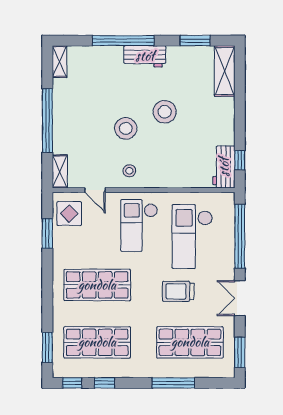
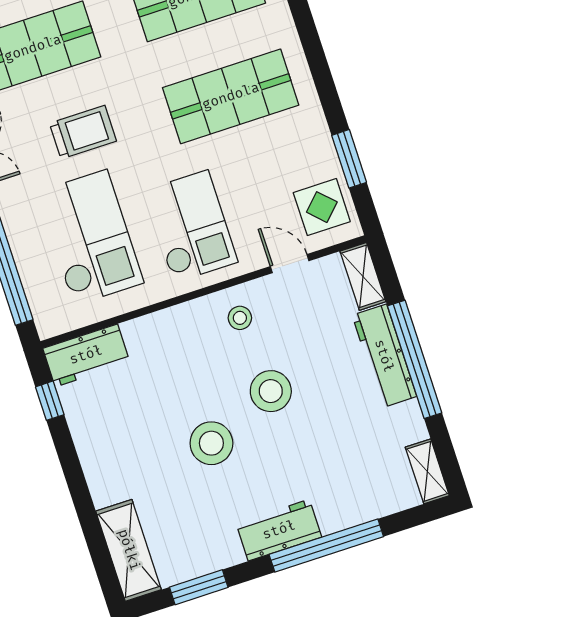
workbench: (62, 127) -> (384, 356), added
workbench: (224, 167) -> (86, 355), moved, turned 90

